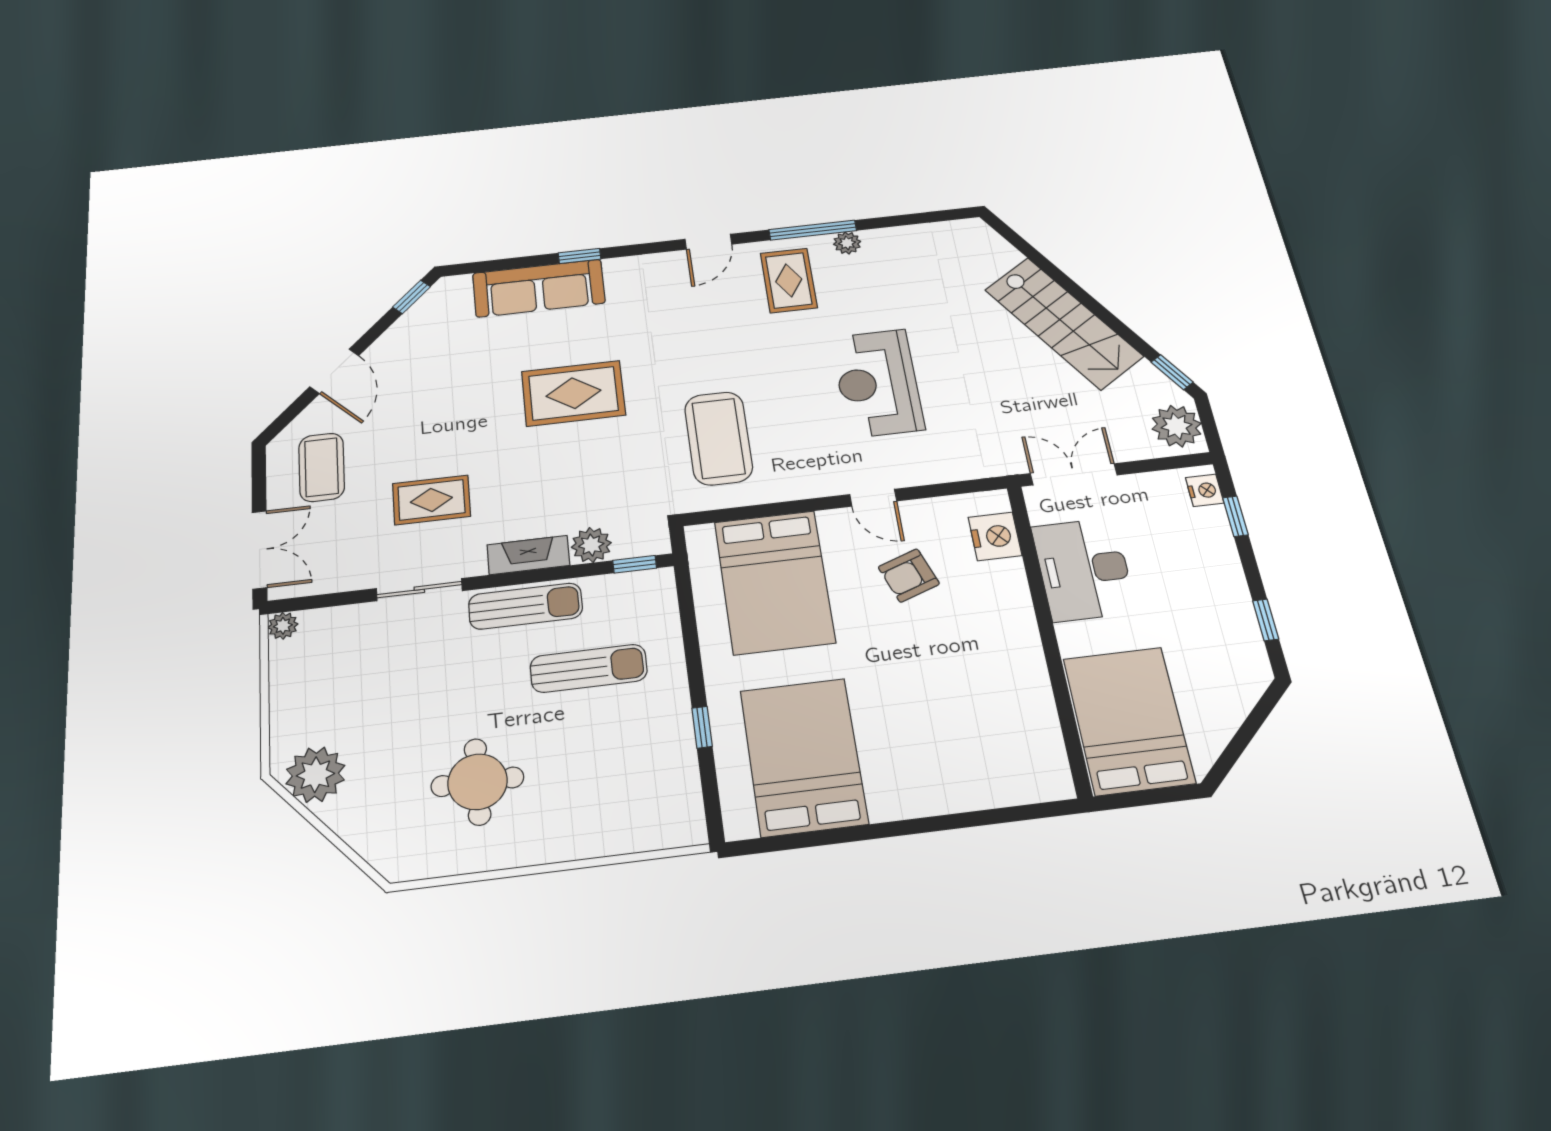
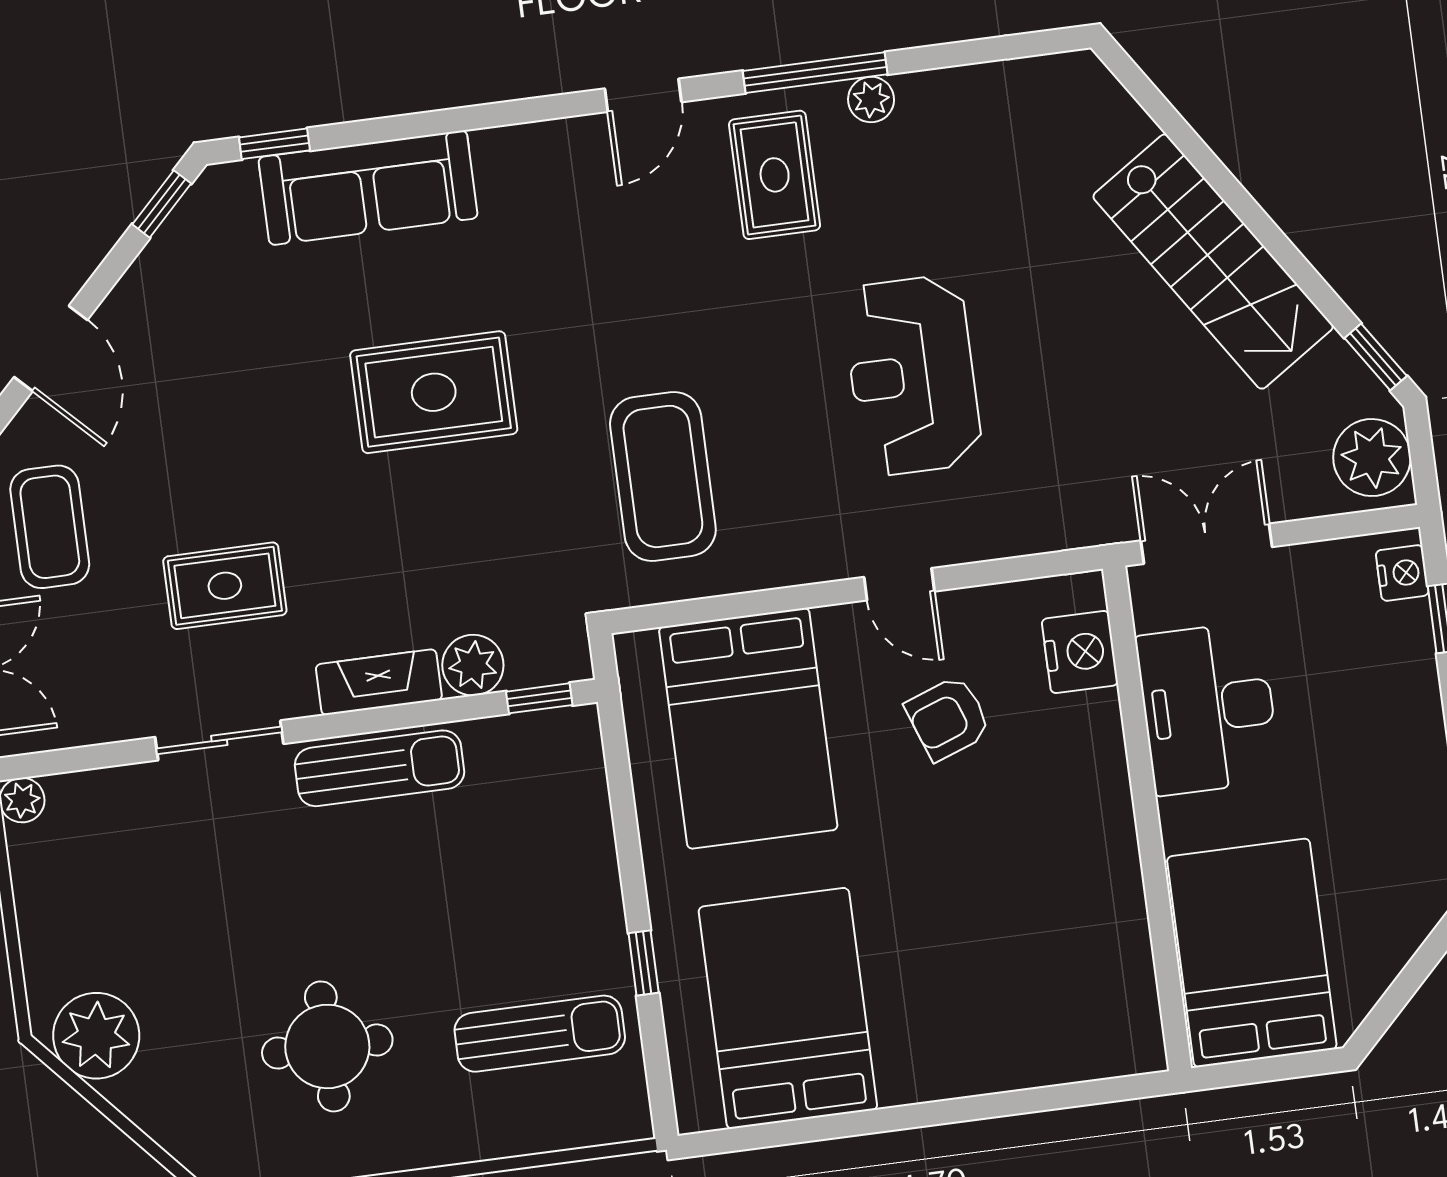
window: (580, 256) -> (274, 144), moved
sun lounger: (589, 668) -> (540, 1034), moved

